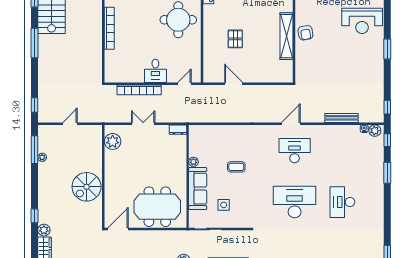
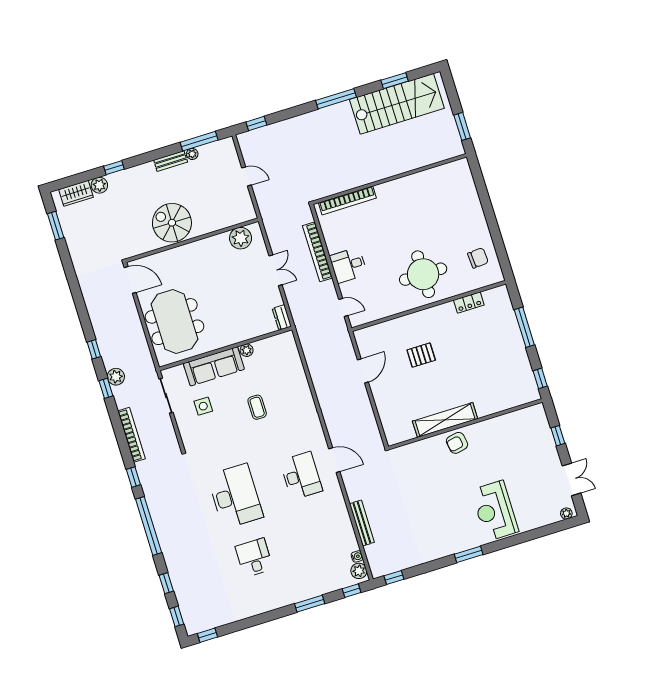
bookcase: (109, 28) -> (347, 200), moved
bench: (42, 174) -> (171, 161), added
desk: (342, 202) -> (254, 558), width x0.73

